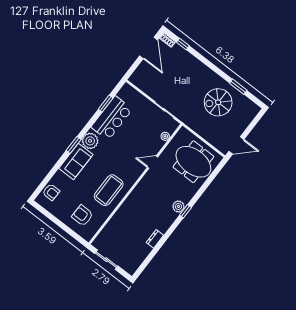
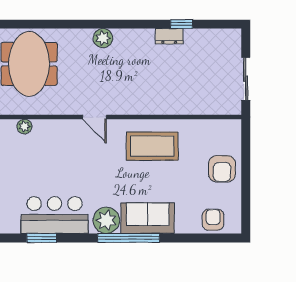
window: (74, 145) -> (129, 238), width x2.11
door: (152, 162) -> (94, 117), moved
window: (185, 211) -> (182, 24), moved
armchair: (82, 215) -> (222, 169), moved

